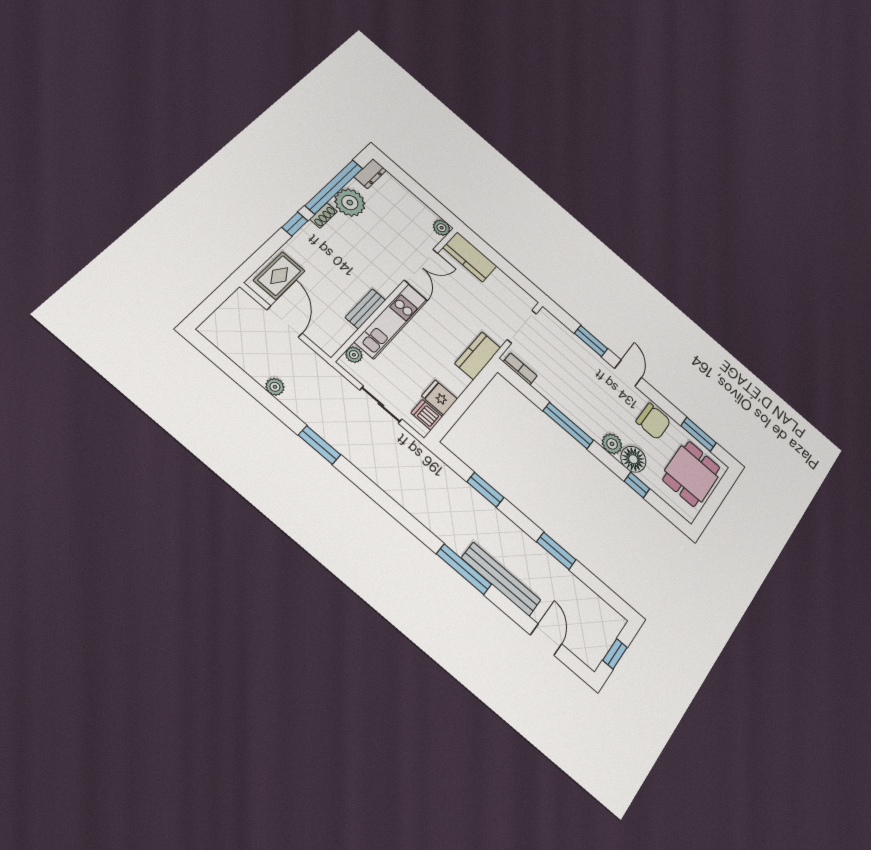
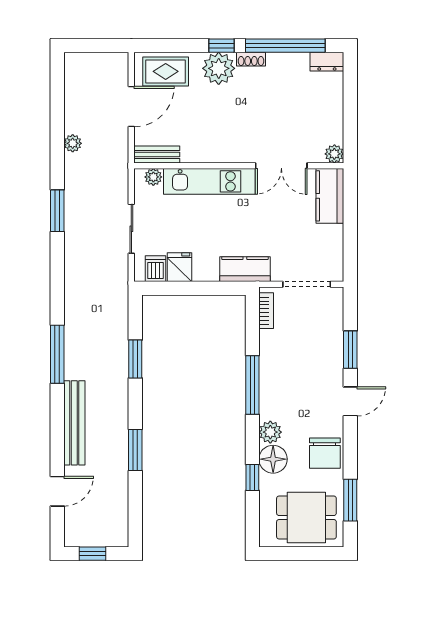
plant: (350, 203) -> (219, 68), moved
bench: (365, 309) -> (157, 154), moved
window: (464, 569) -> (57, 354), moved

